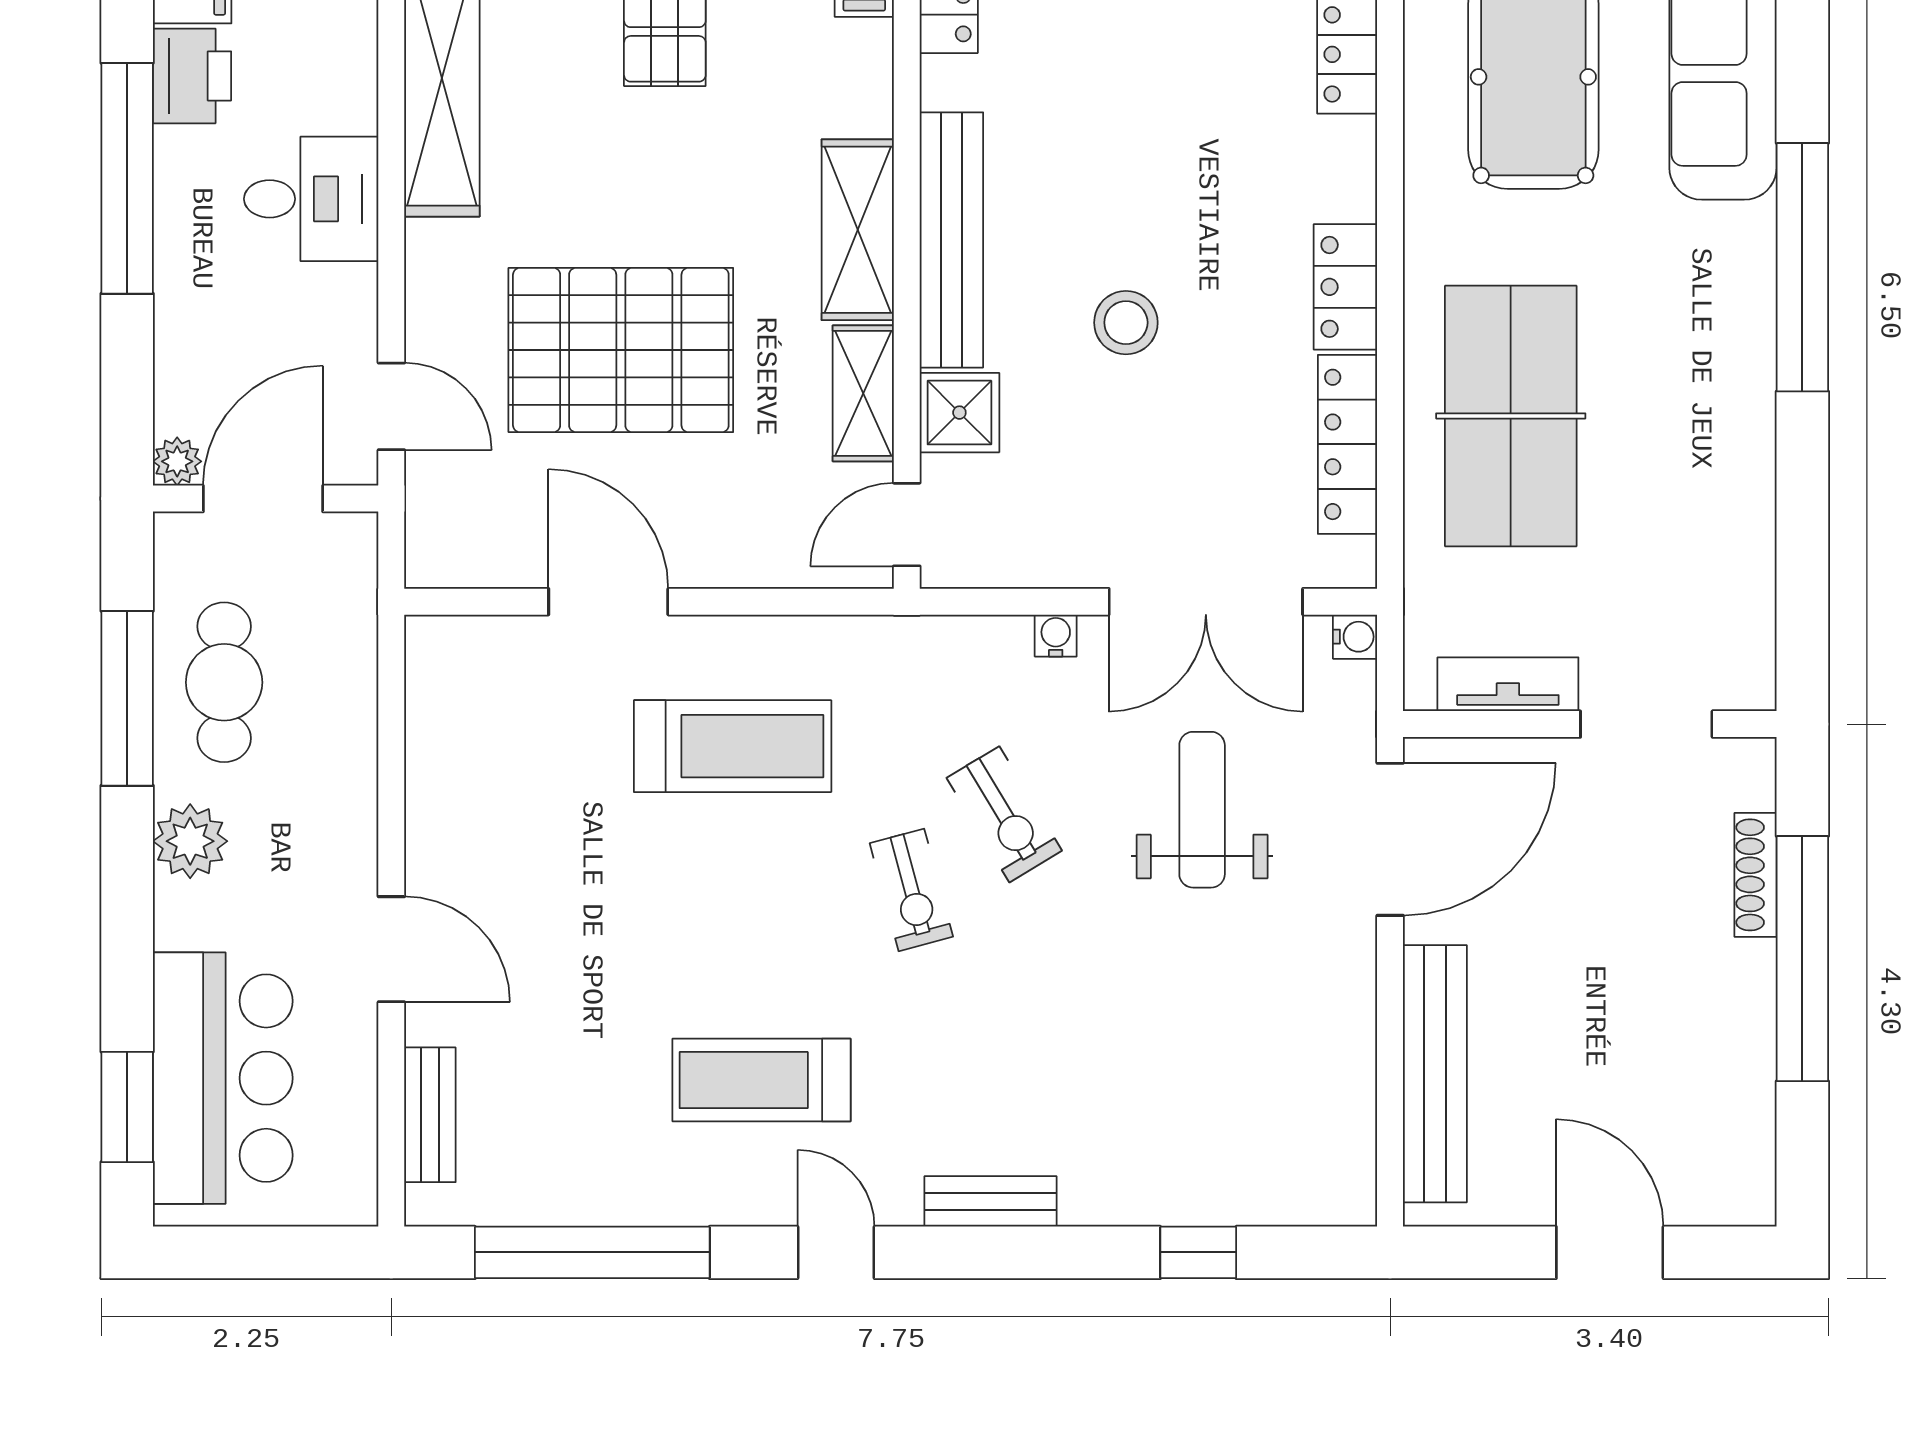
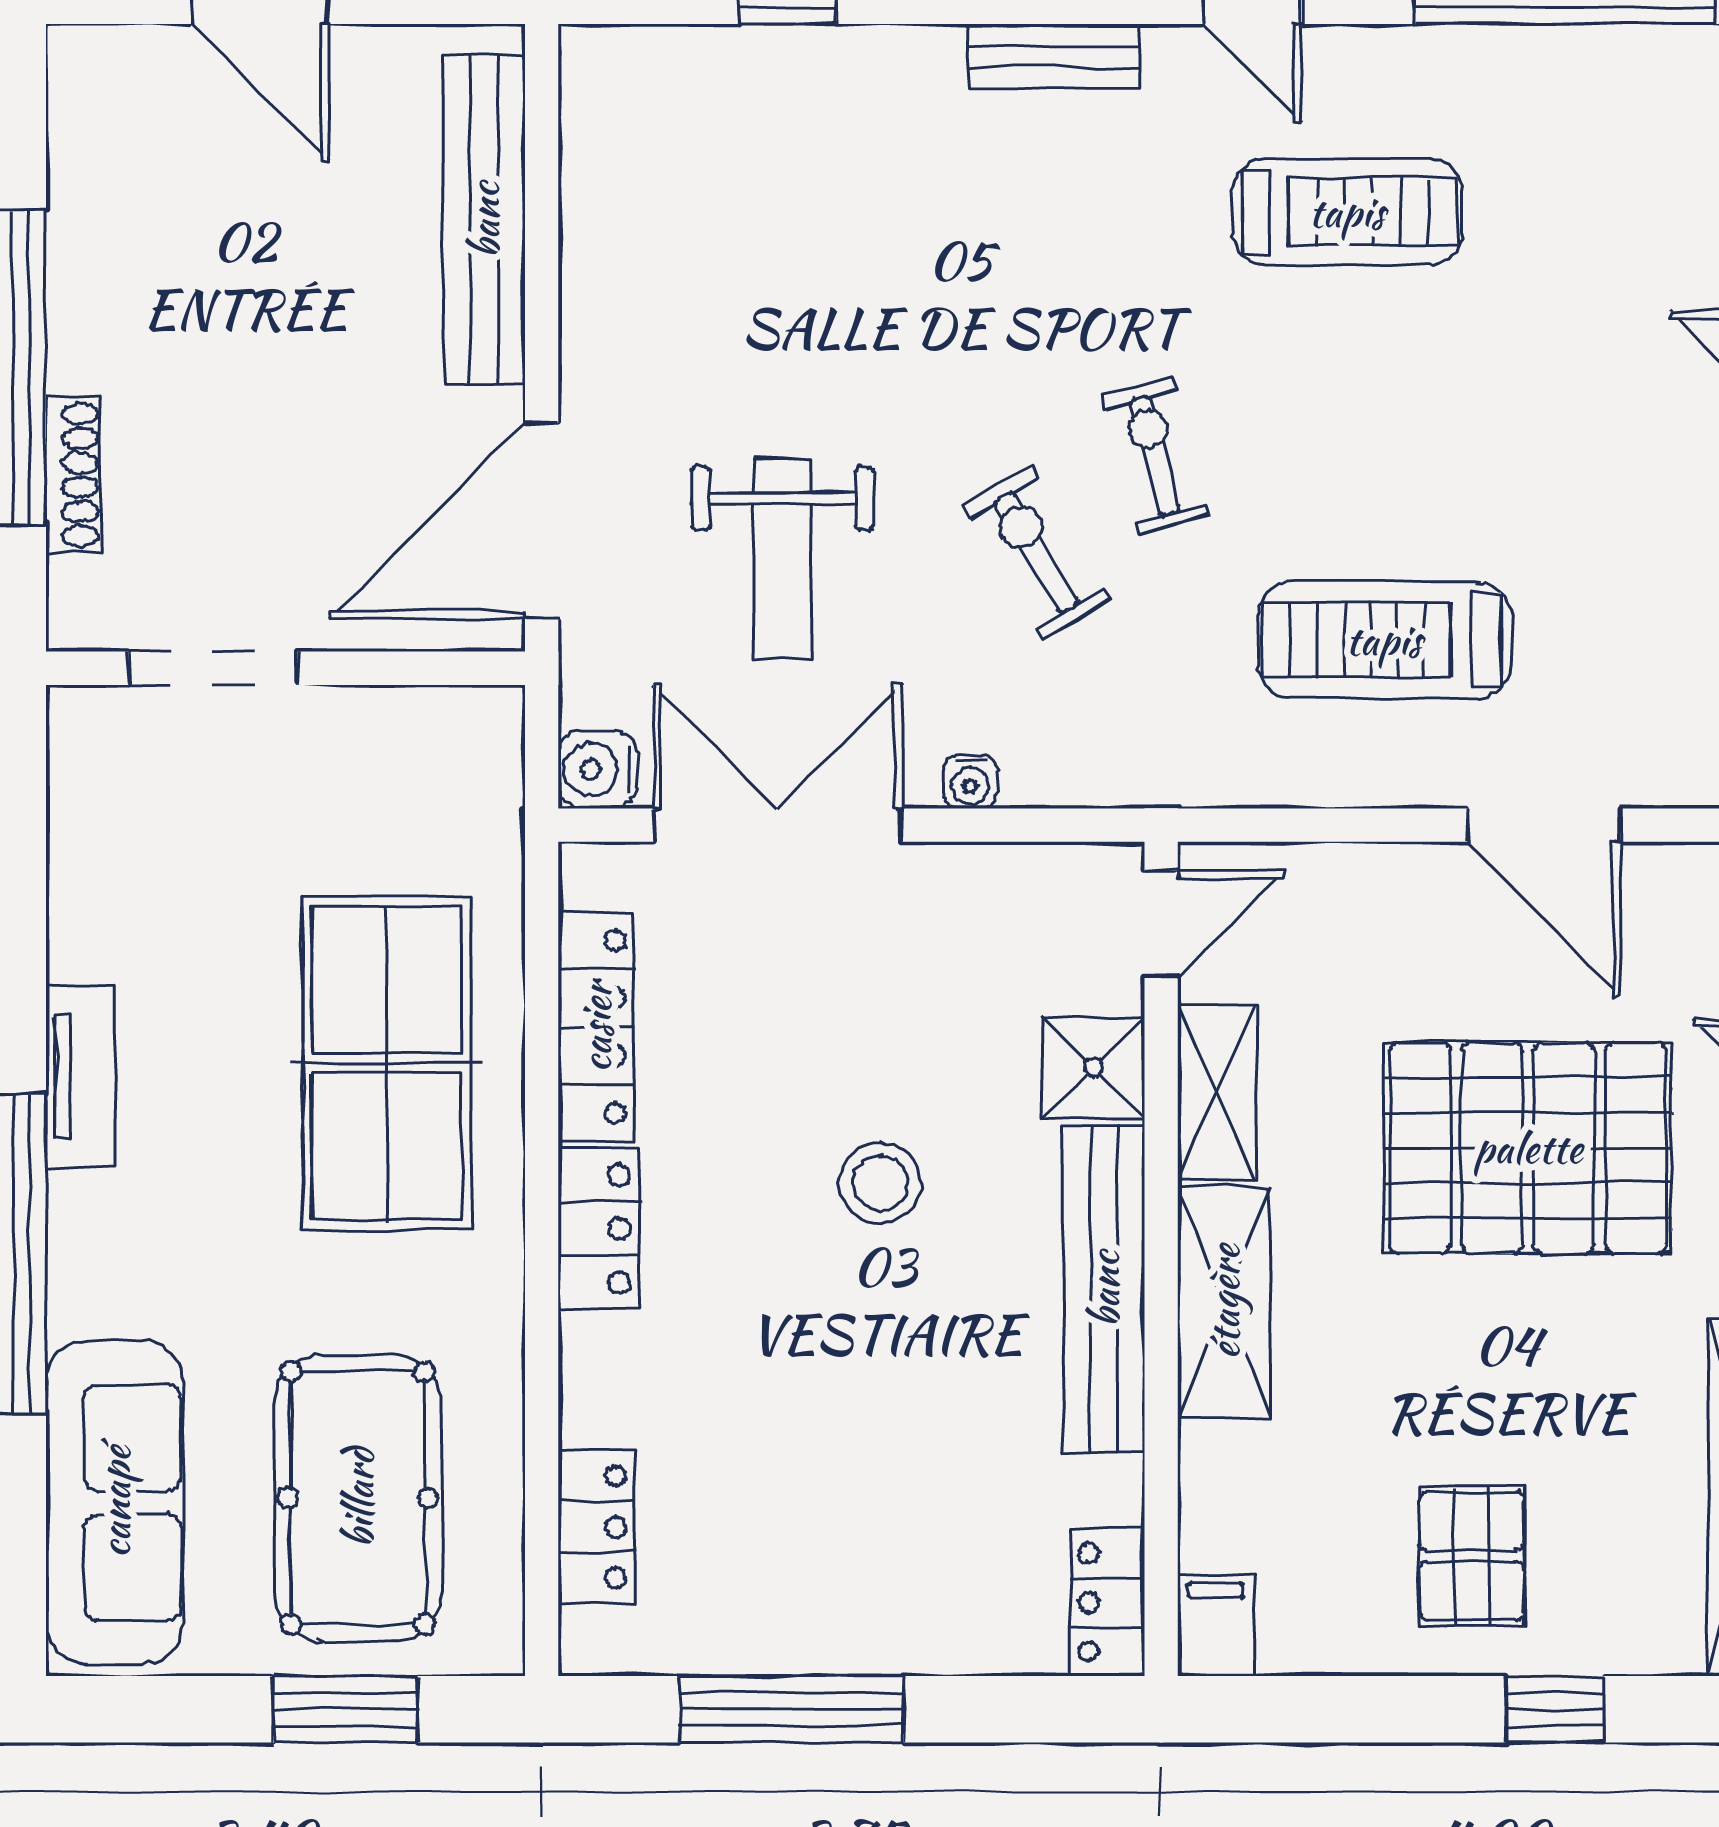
water cooler: (1355, 637) -> (597, 770), width x1.38, depth x1.38
tv unit: (1508, 684) -> (80, 1077), moved, turned -90

